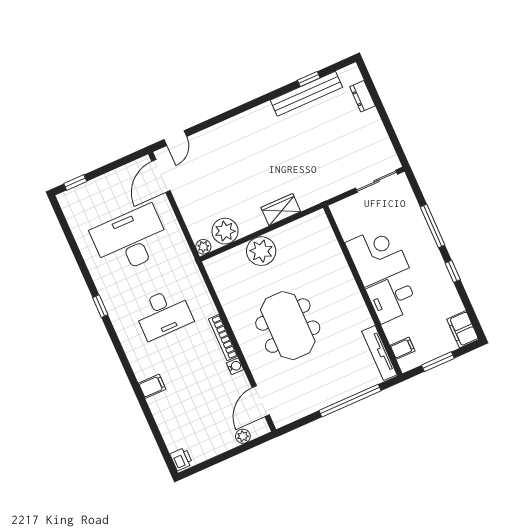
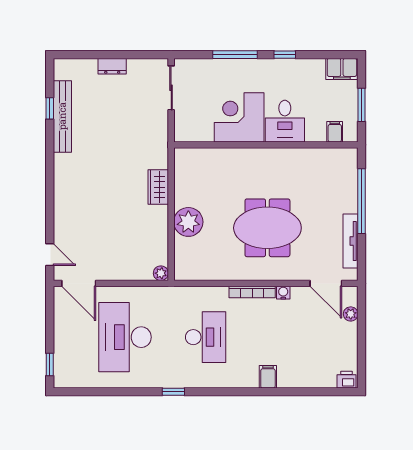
dresser: (362, 96) -> (112, 66), moved
plant: (225, 231) -> (155, 247), removed
tv unit: (379, 353) -> (350, 241), moved, turned 90

